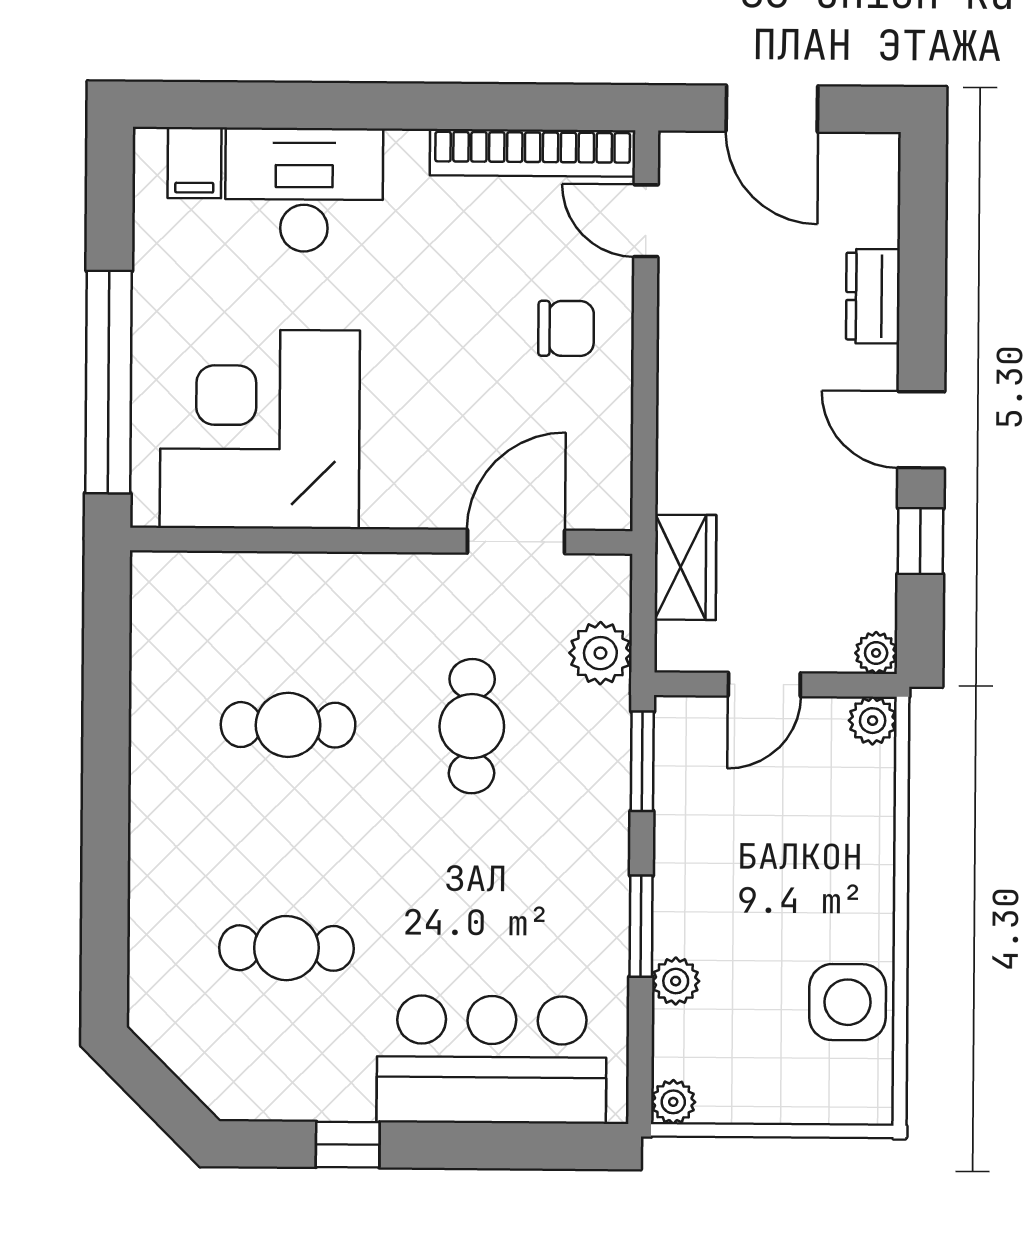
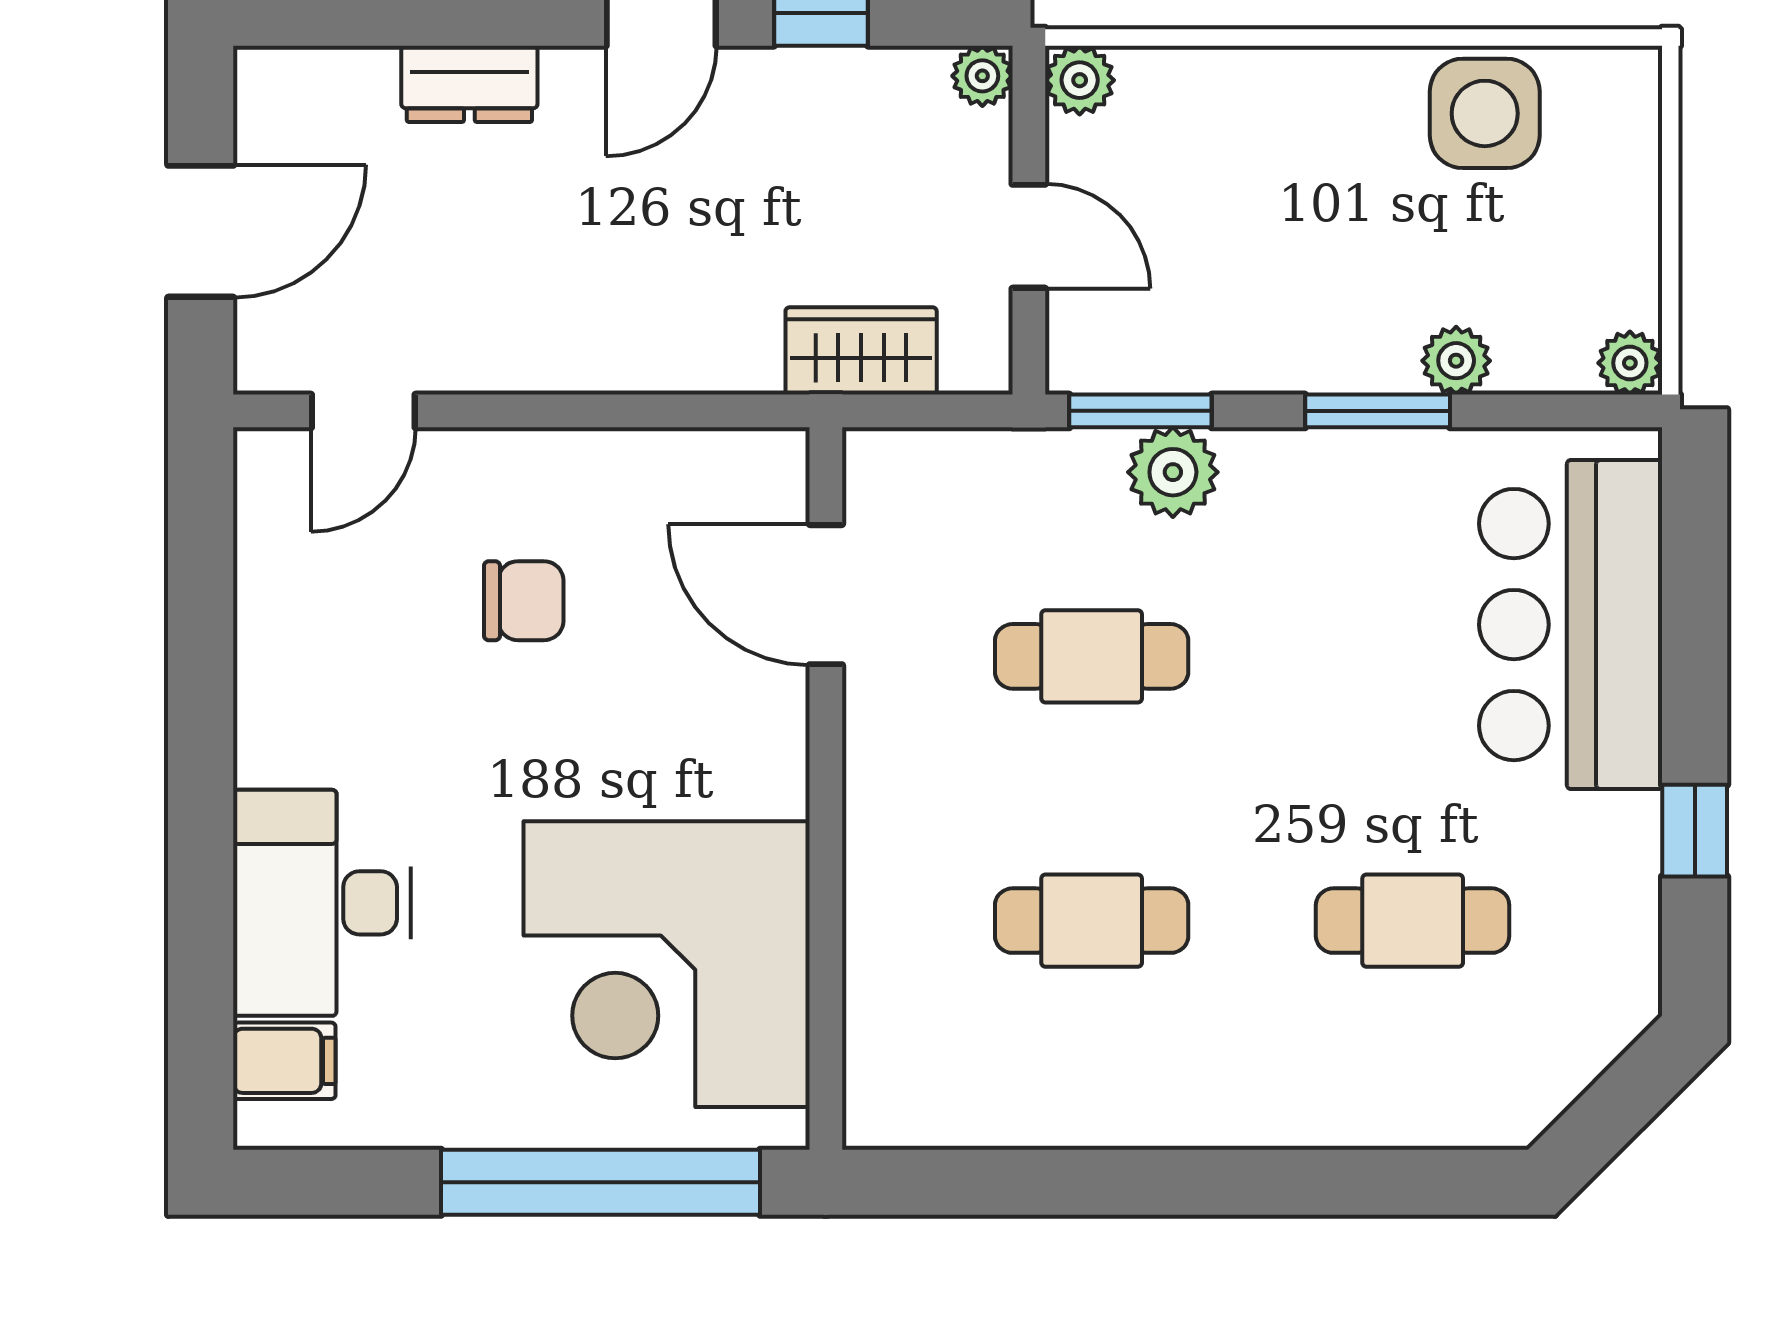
bookcase: (533, 153) -> (267, 575), removed
chair: (566, 328) -> (524, 601), moved, turned 90
plant: (600, 653) -> (1173, 472), moved
cafe table: (288, 725) -> (1092, 921), turned 90
cafe table: (286, 948) -> (1413, 921), turned 90

